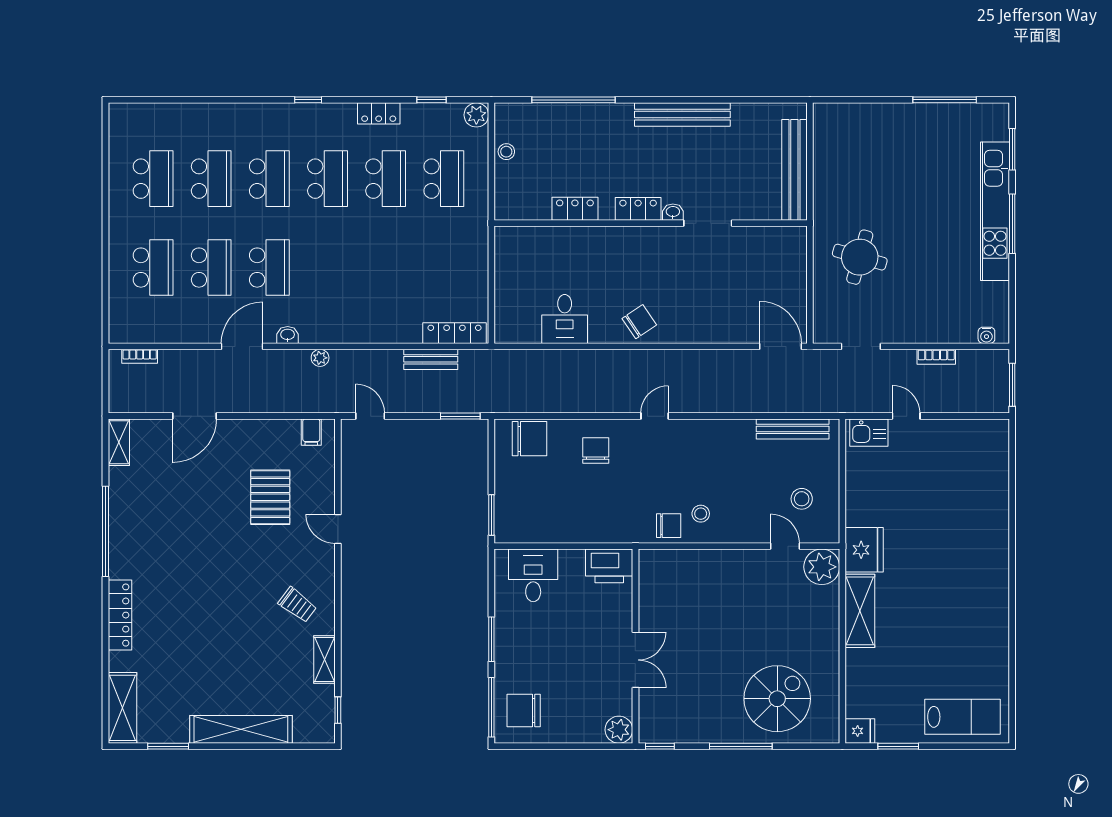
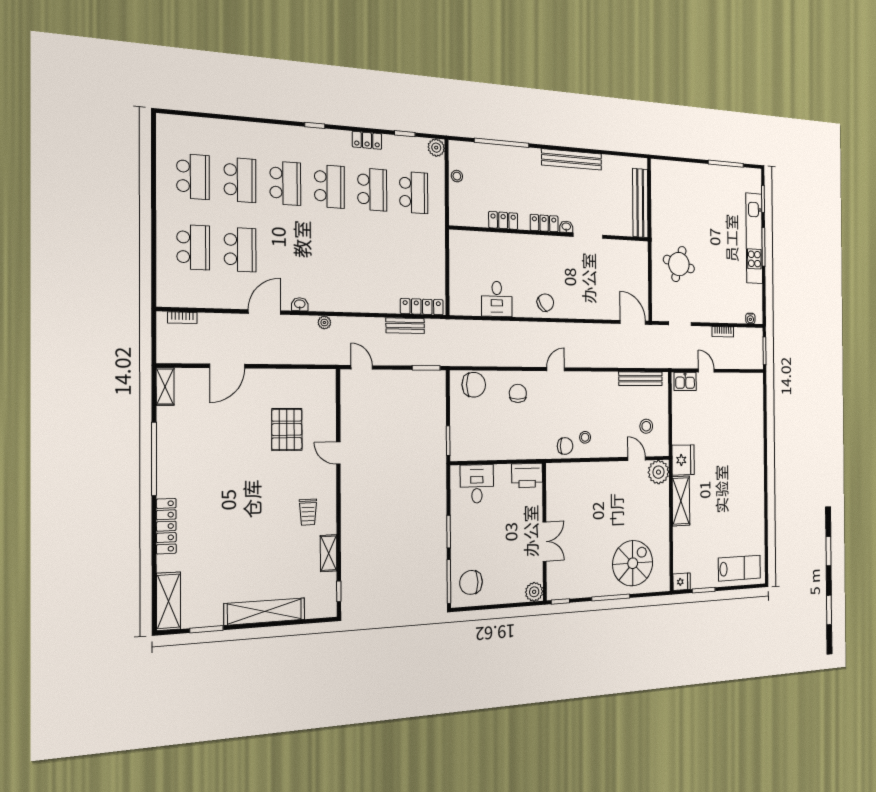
school desk: (269, 268) -> (286, 252), removed
filing cabinet: (311, 432) -> (318, 379), removed
trolley: (297, 605) -> (308, 512), turned 53

